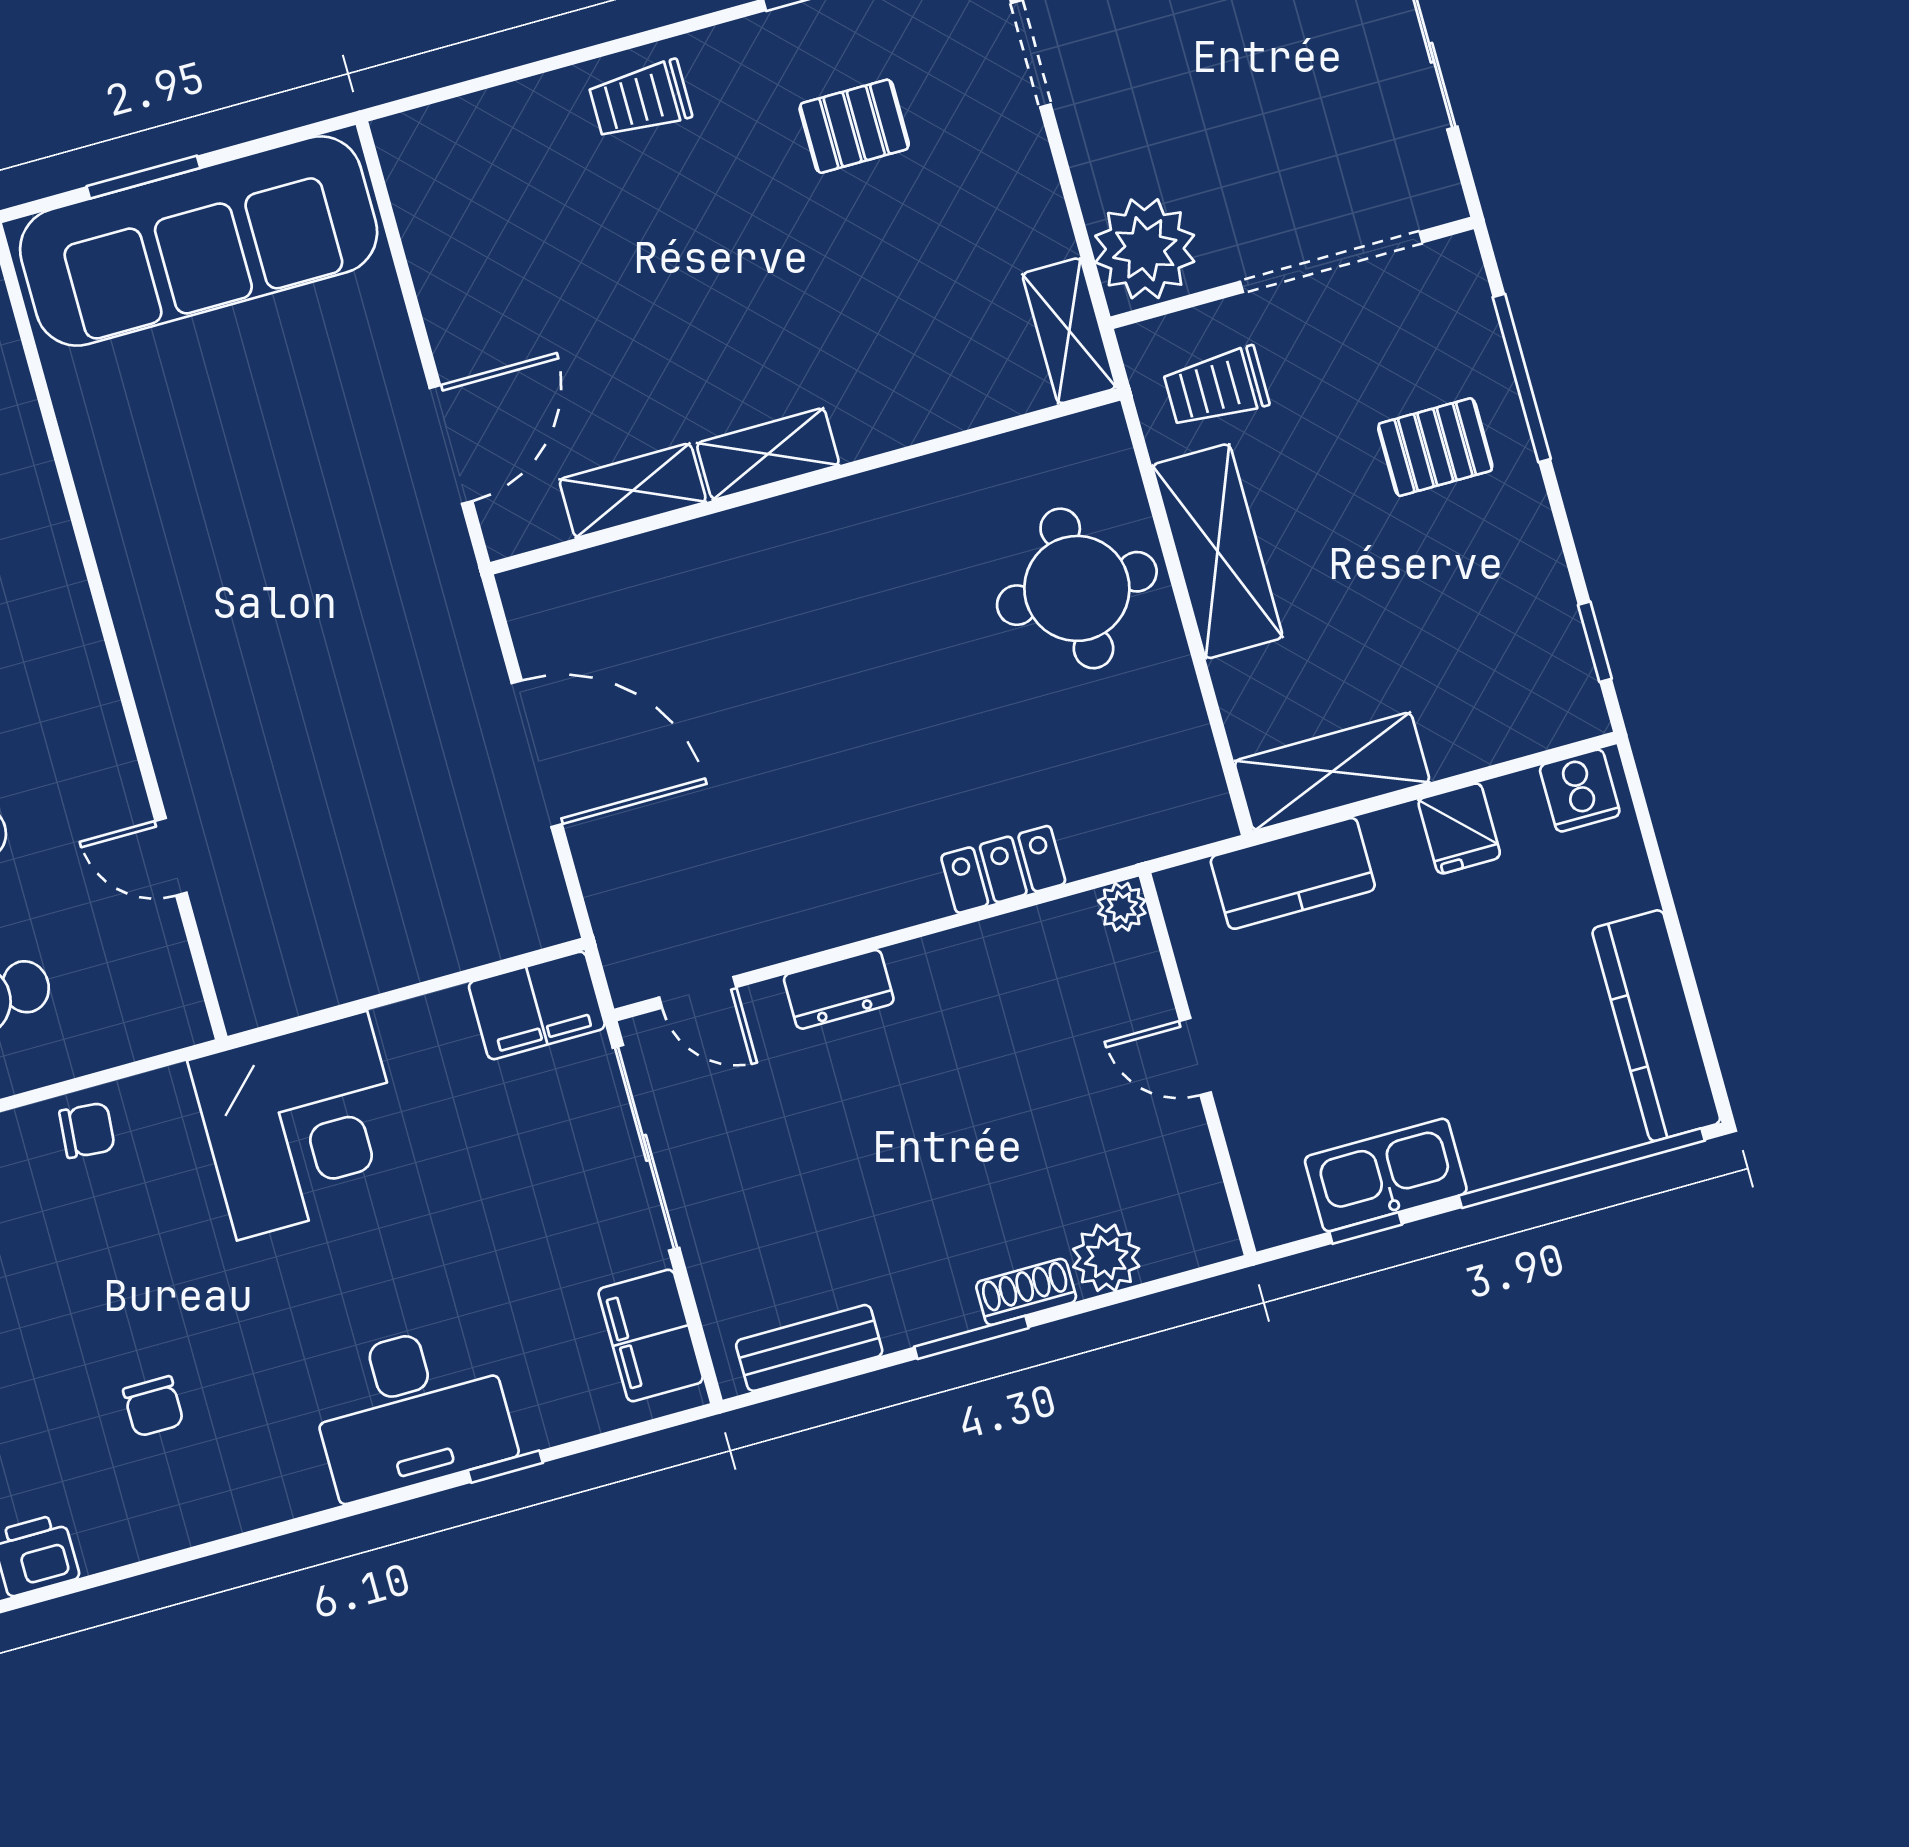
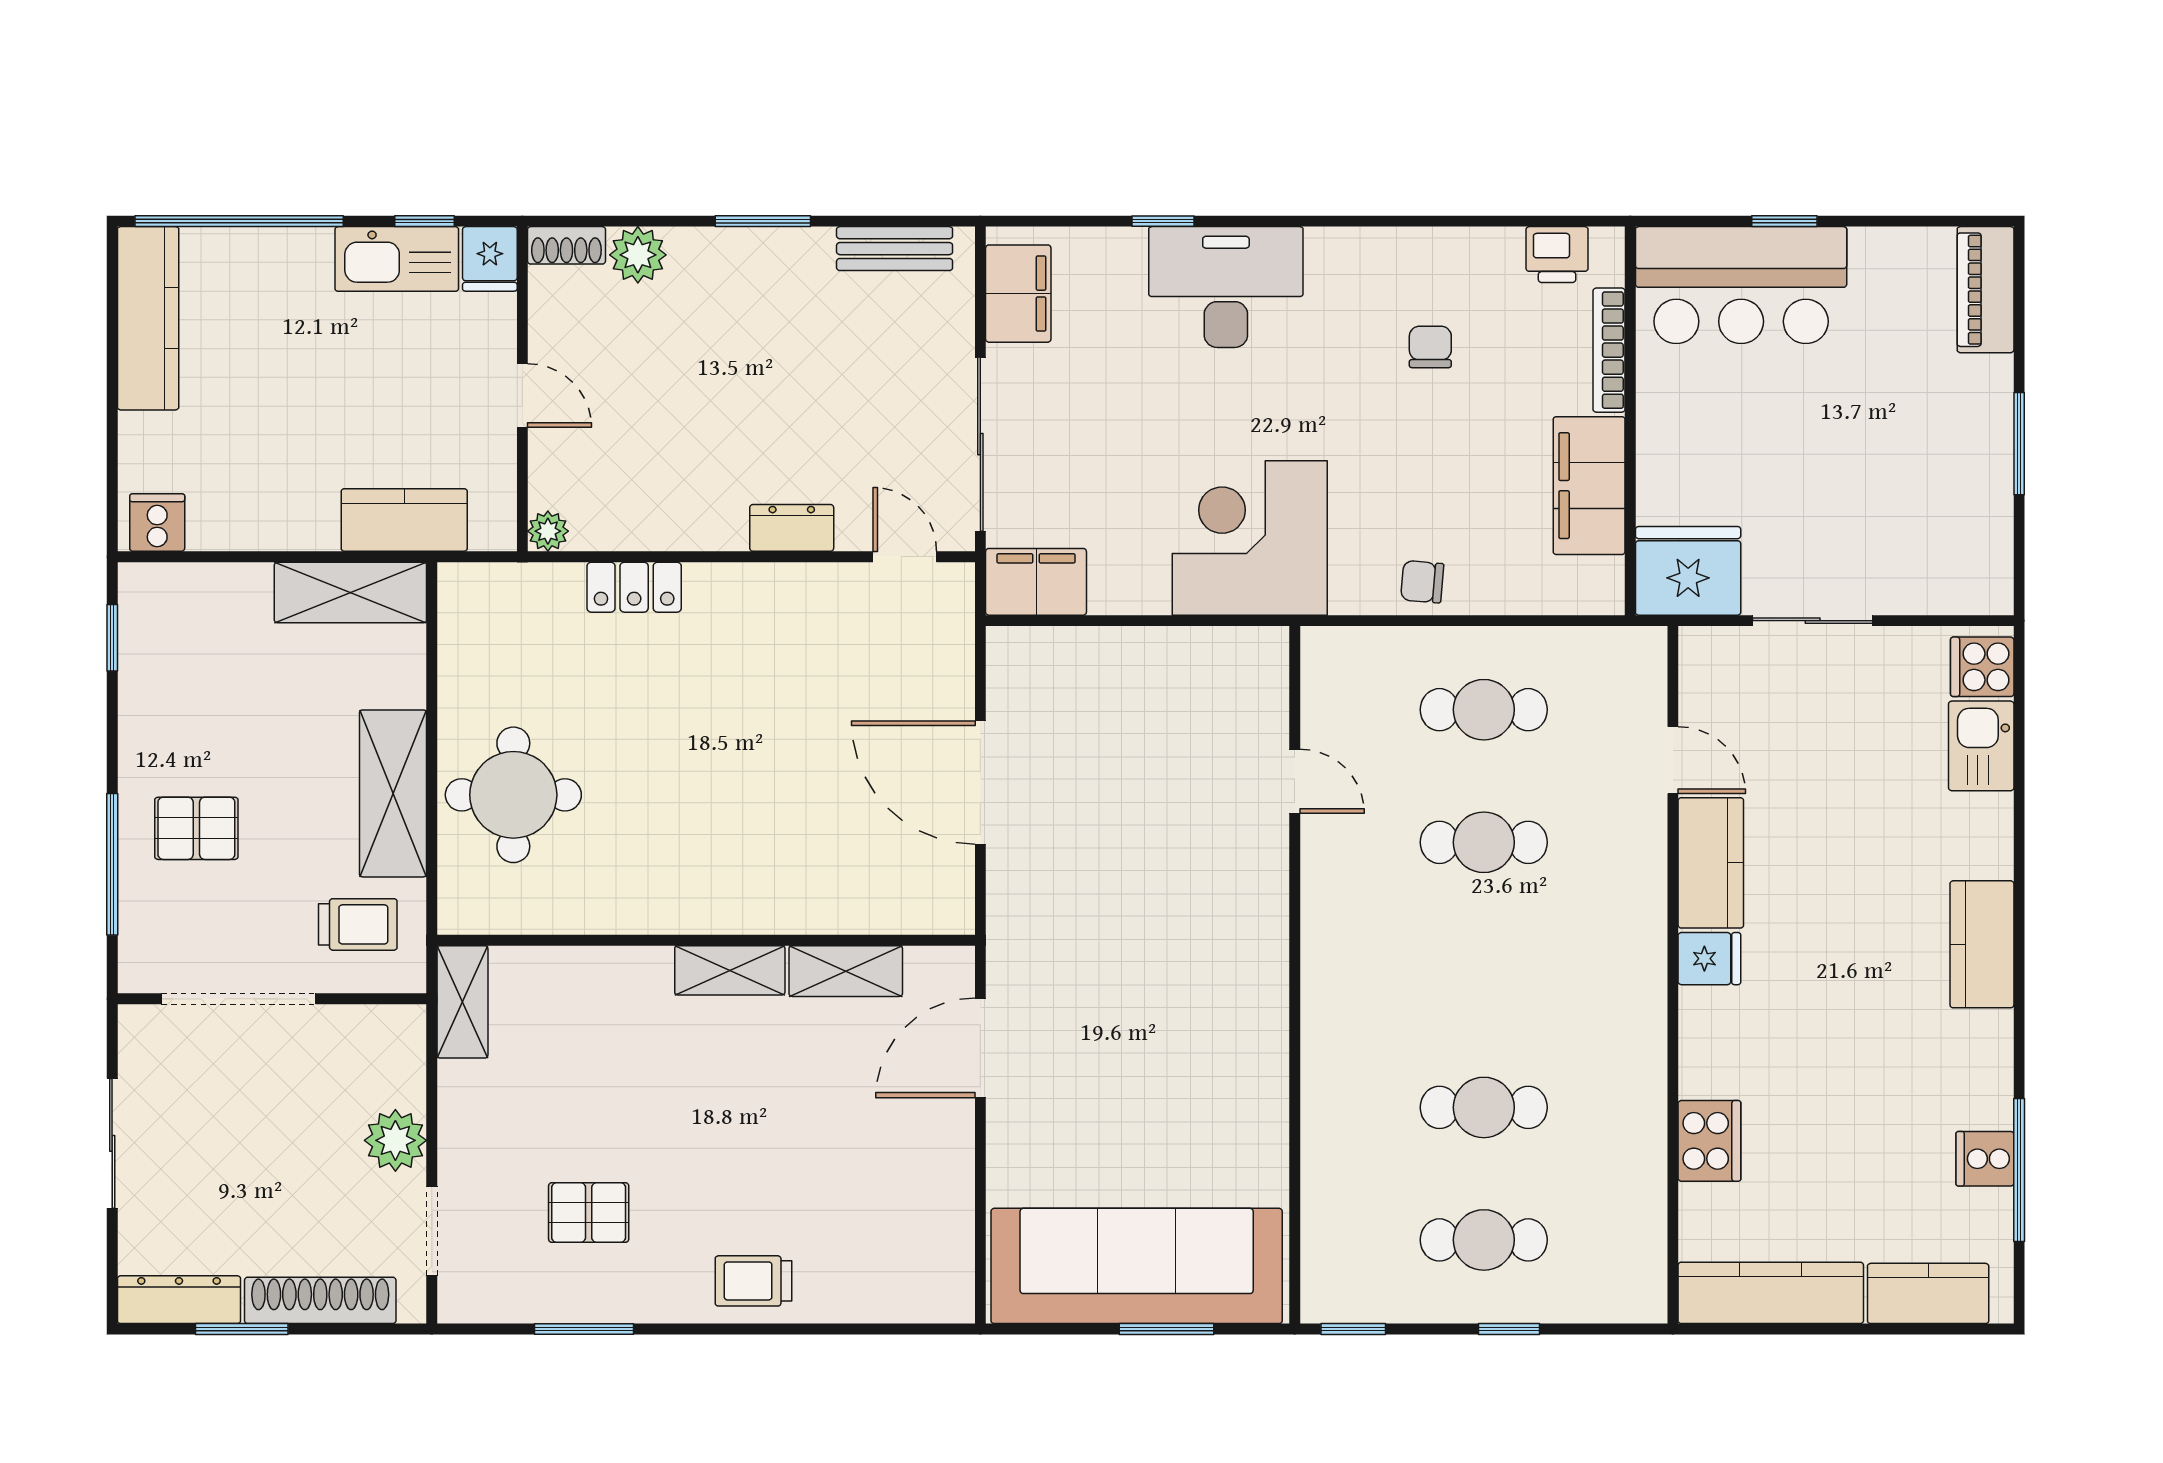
trolley: (640, 100) -> (753, 1281), turned 180
plant: (1145, 249) -> (395, 1140), moved, width x0.73, depth x0.73
fridge: (1459, 828) -> (490, 259), moved, turned 180
shoe rack: (1026, 1292) -> (566, 245), moved

